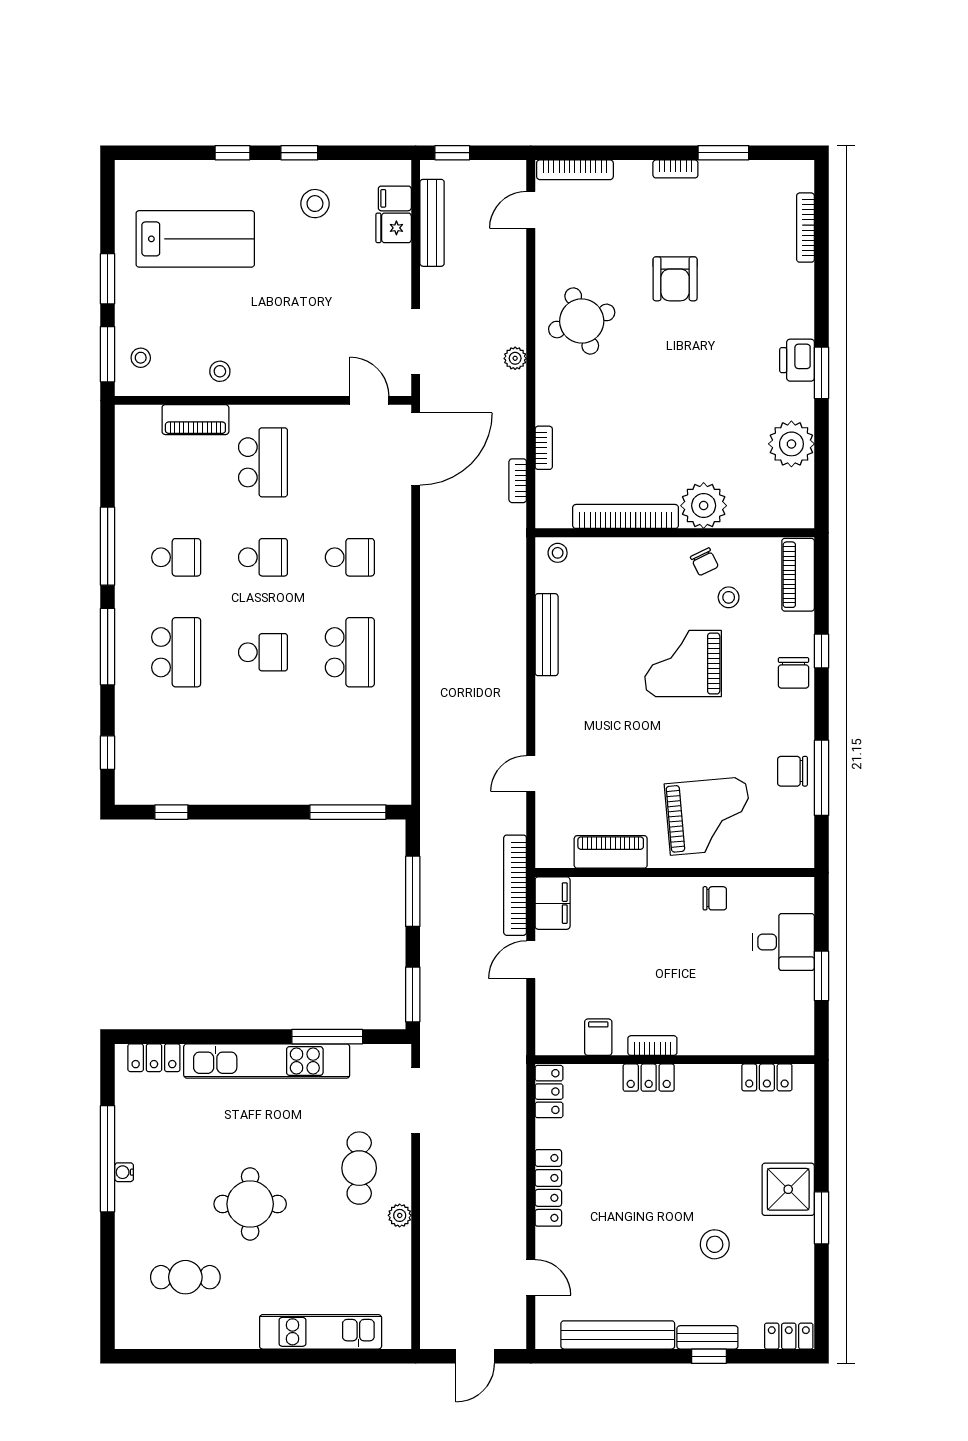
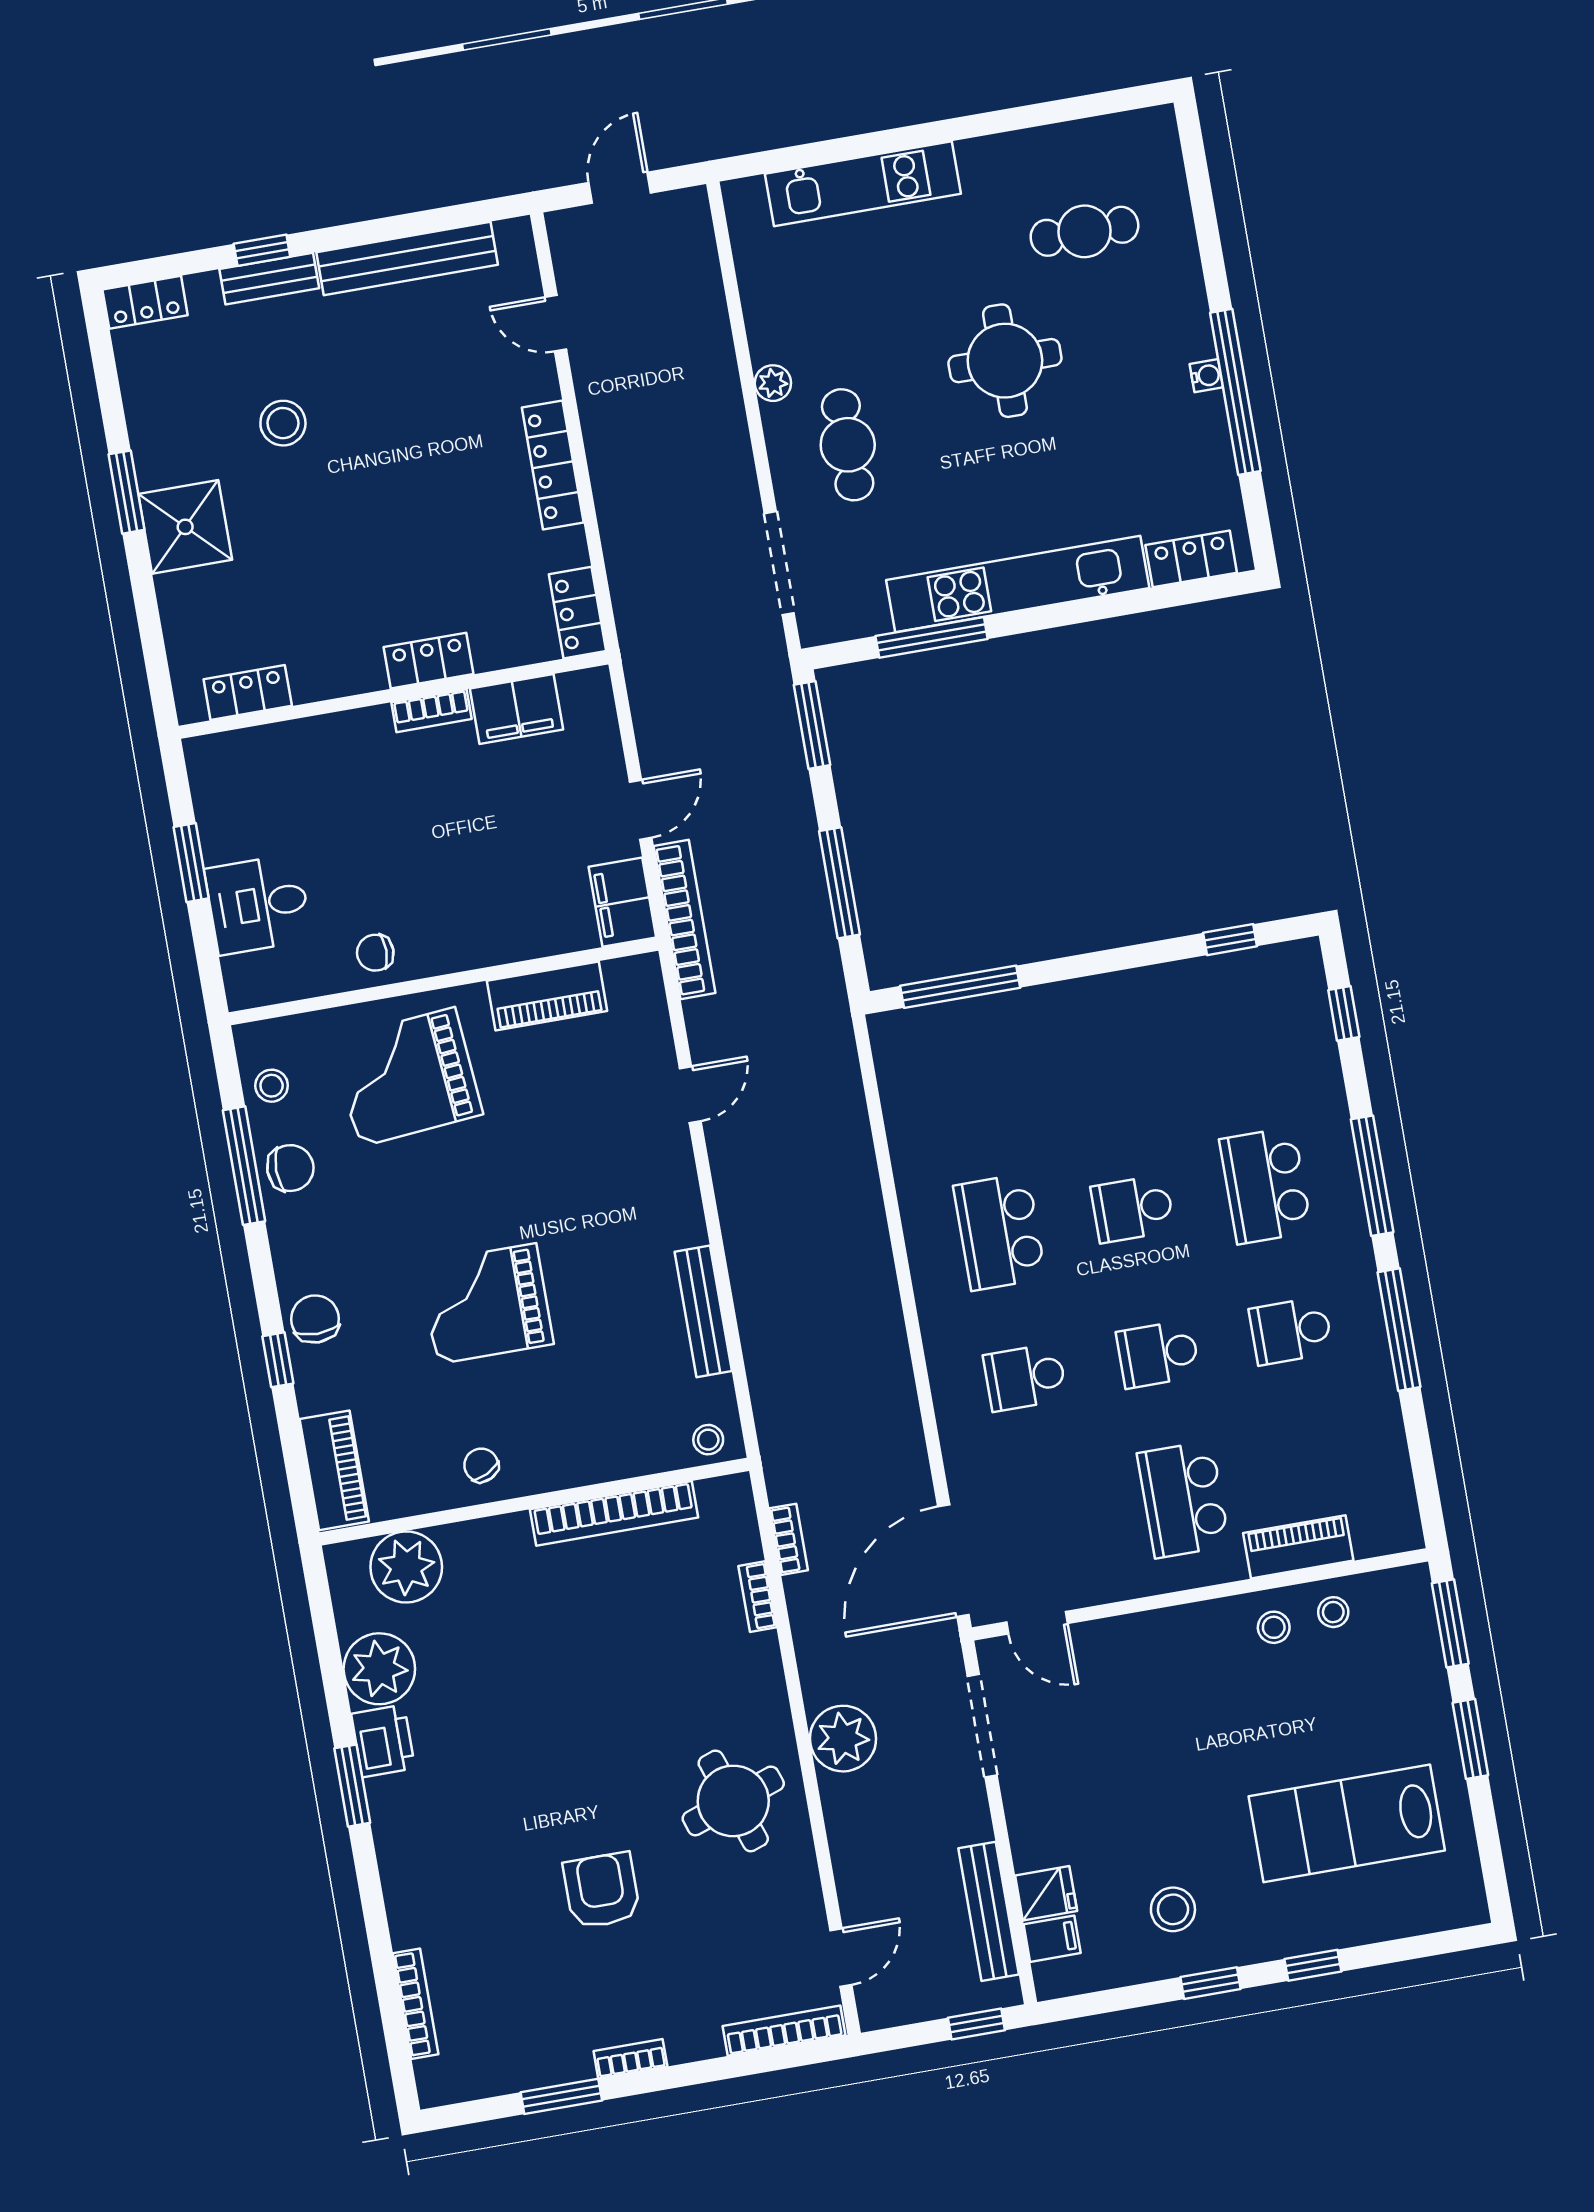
stool: (141, 358) -> (1333, 1612), moved
plant: (515, 358) -> (843, 1739), width x1.88, depth x1.88
printer: (797, 360) -> (383, 1741), moved
plant: (704, 506) -> (406, 1567), moved
stool: (729, 597) -> (272, 1086), moved
grand piano: (683, 664) -> (487, 1304), turned 180
filing cabinet: (598, 1037) -> (517, 709), width x2.00

